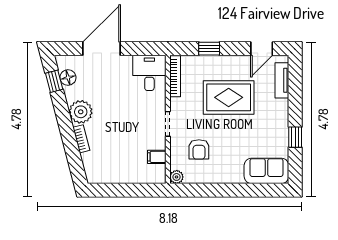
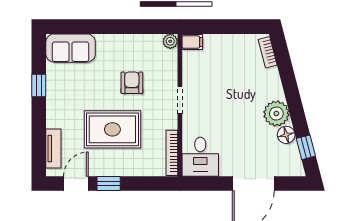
window: (209, 49) -> (109, 184), moved
floor lamp: (68, 78) -> (286, 135), moved
bookcase: (81, 139) -> (268, 52), moved
armchair: (199, 149) -> (132, 83), moved
filing cabinet: (157, 157) -> (192, 42), moved

